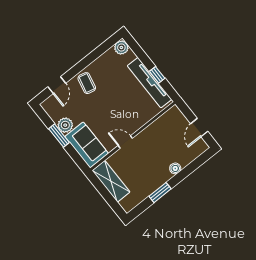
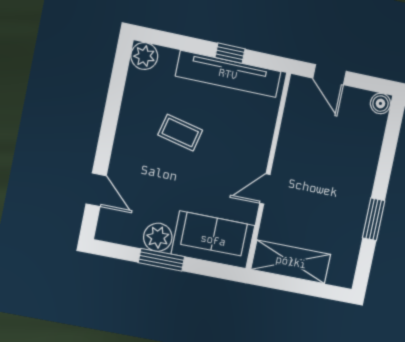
coffee table: (87, 83) -> (180, 133), moved
door: (199, 128) -> (330, 75), moved
boiler: (175, 168) -> (380, 104), moved

